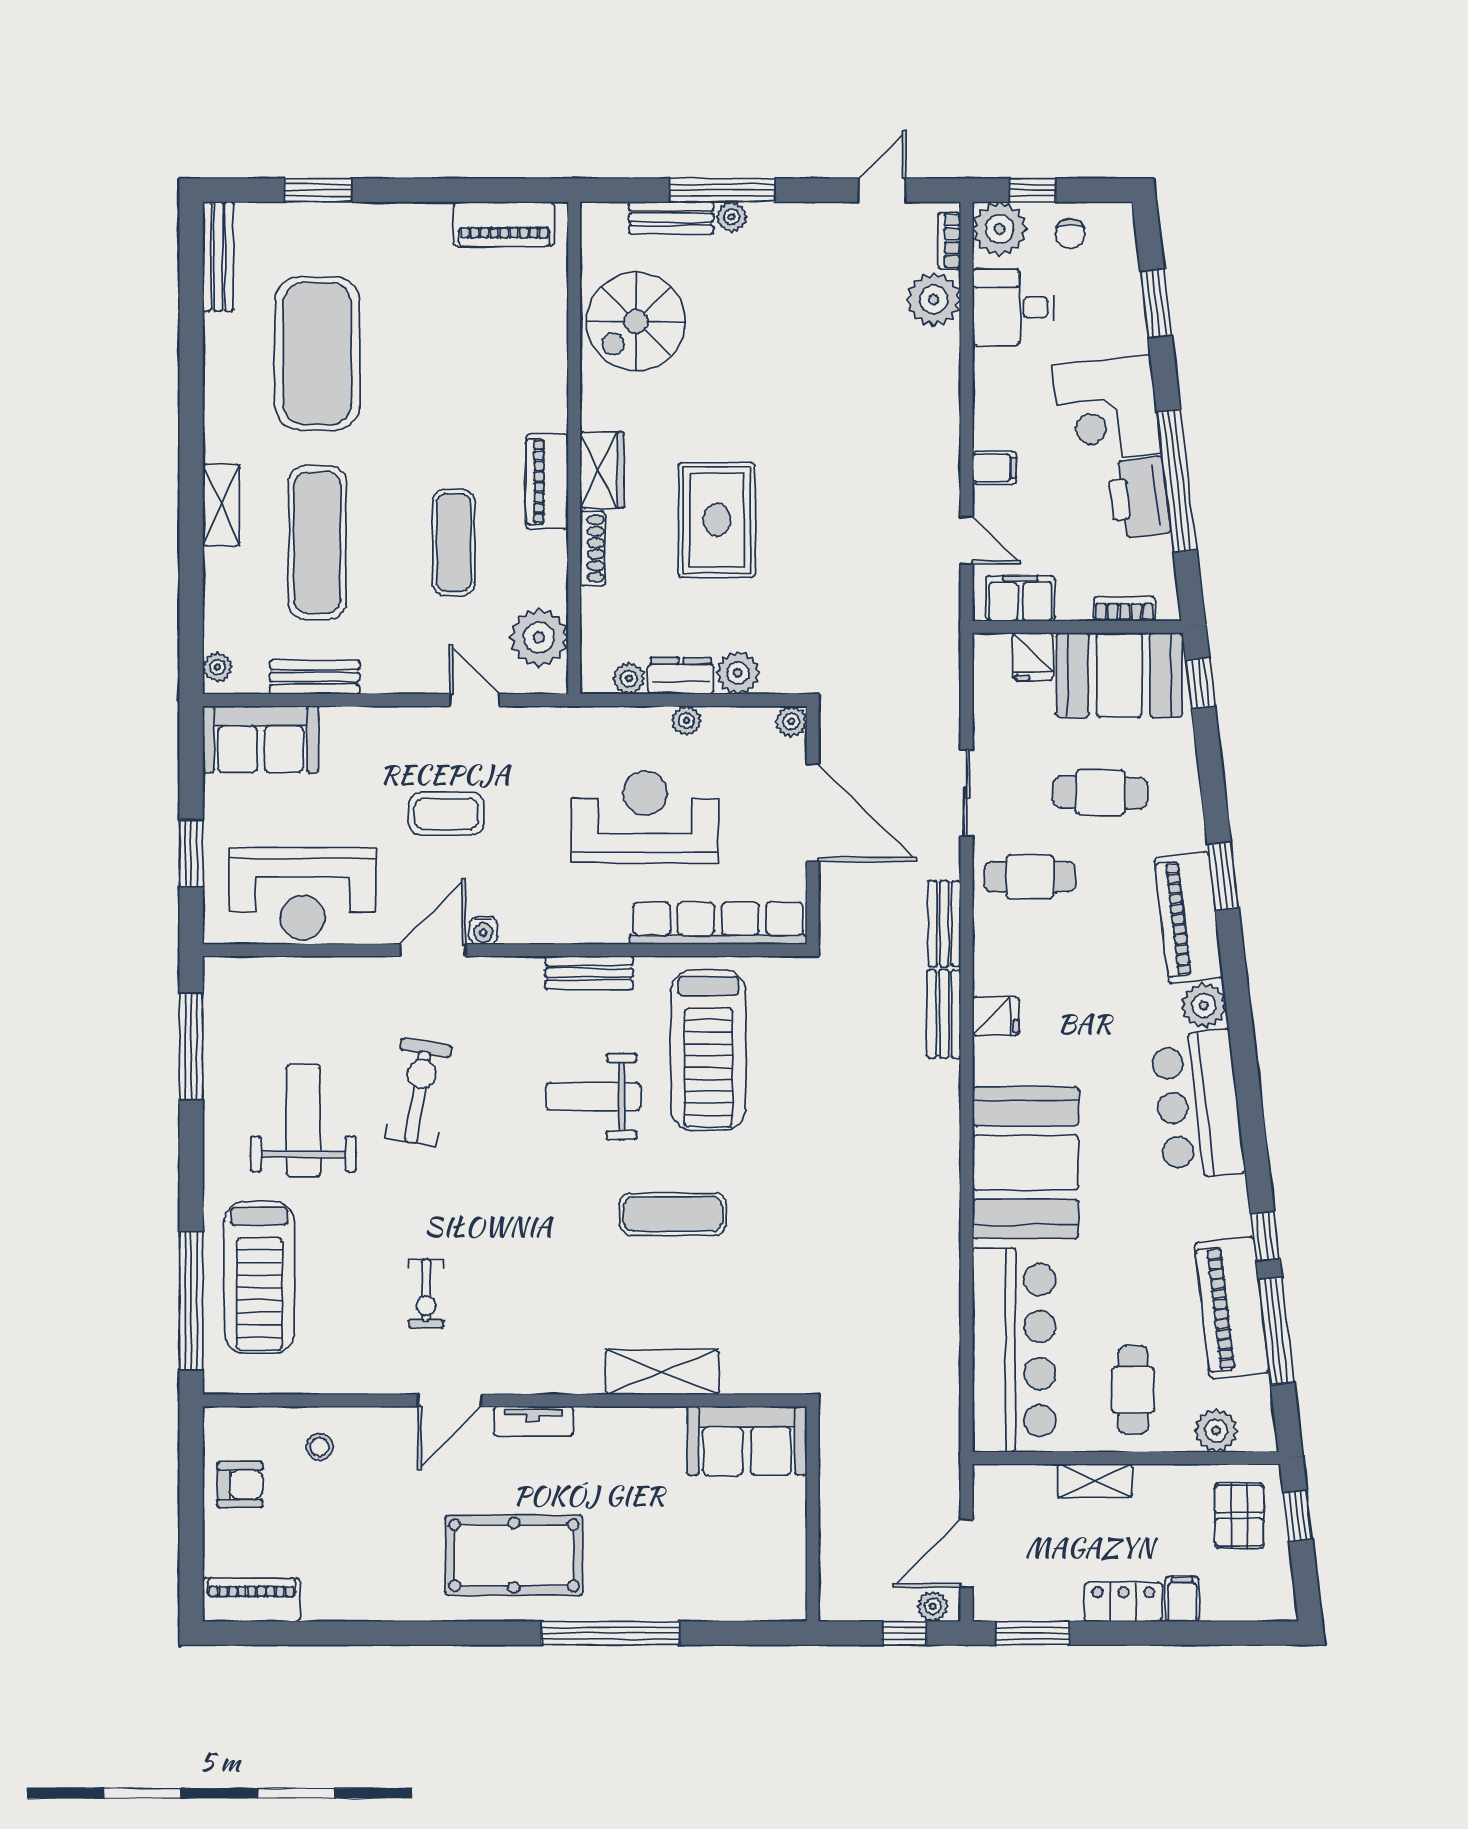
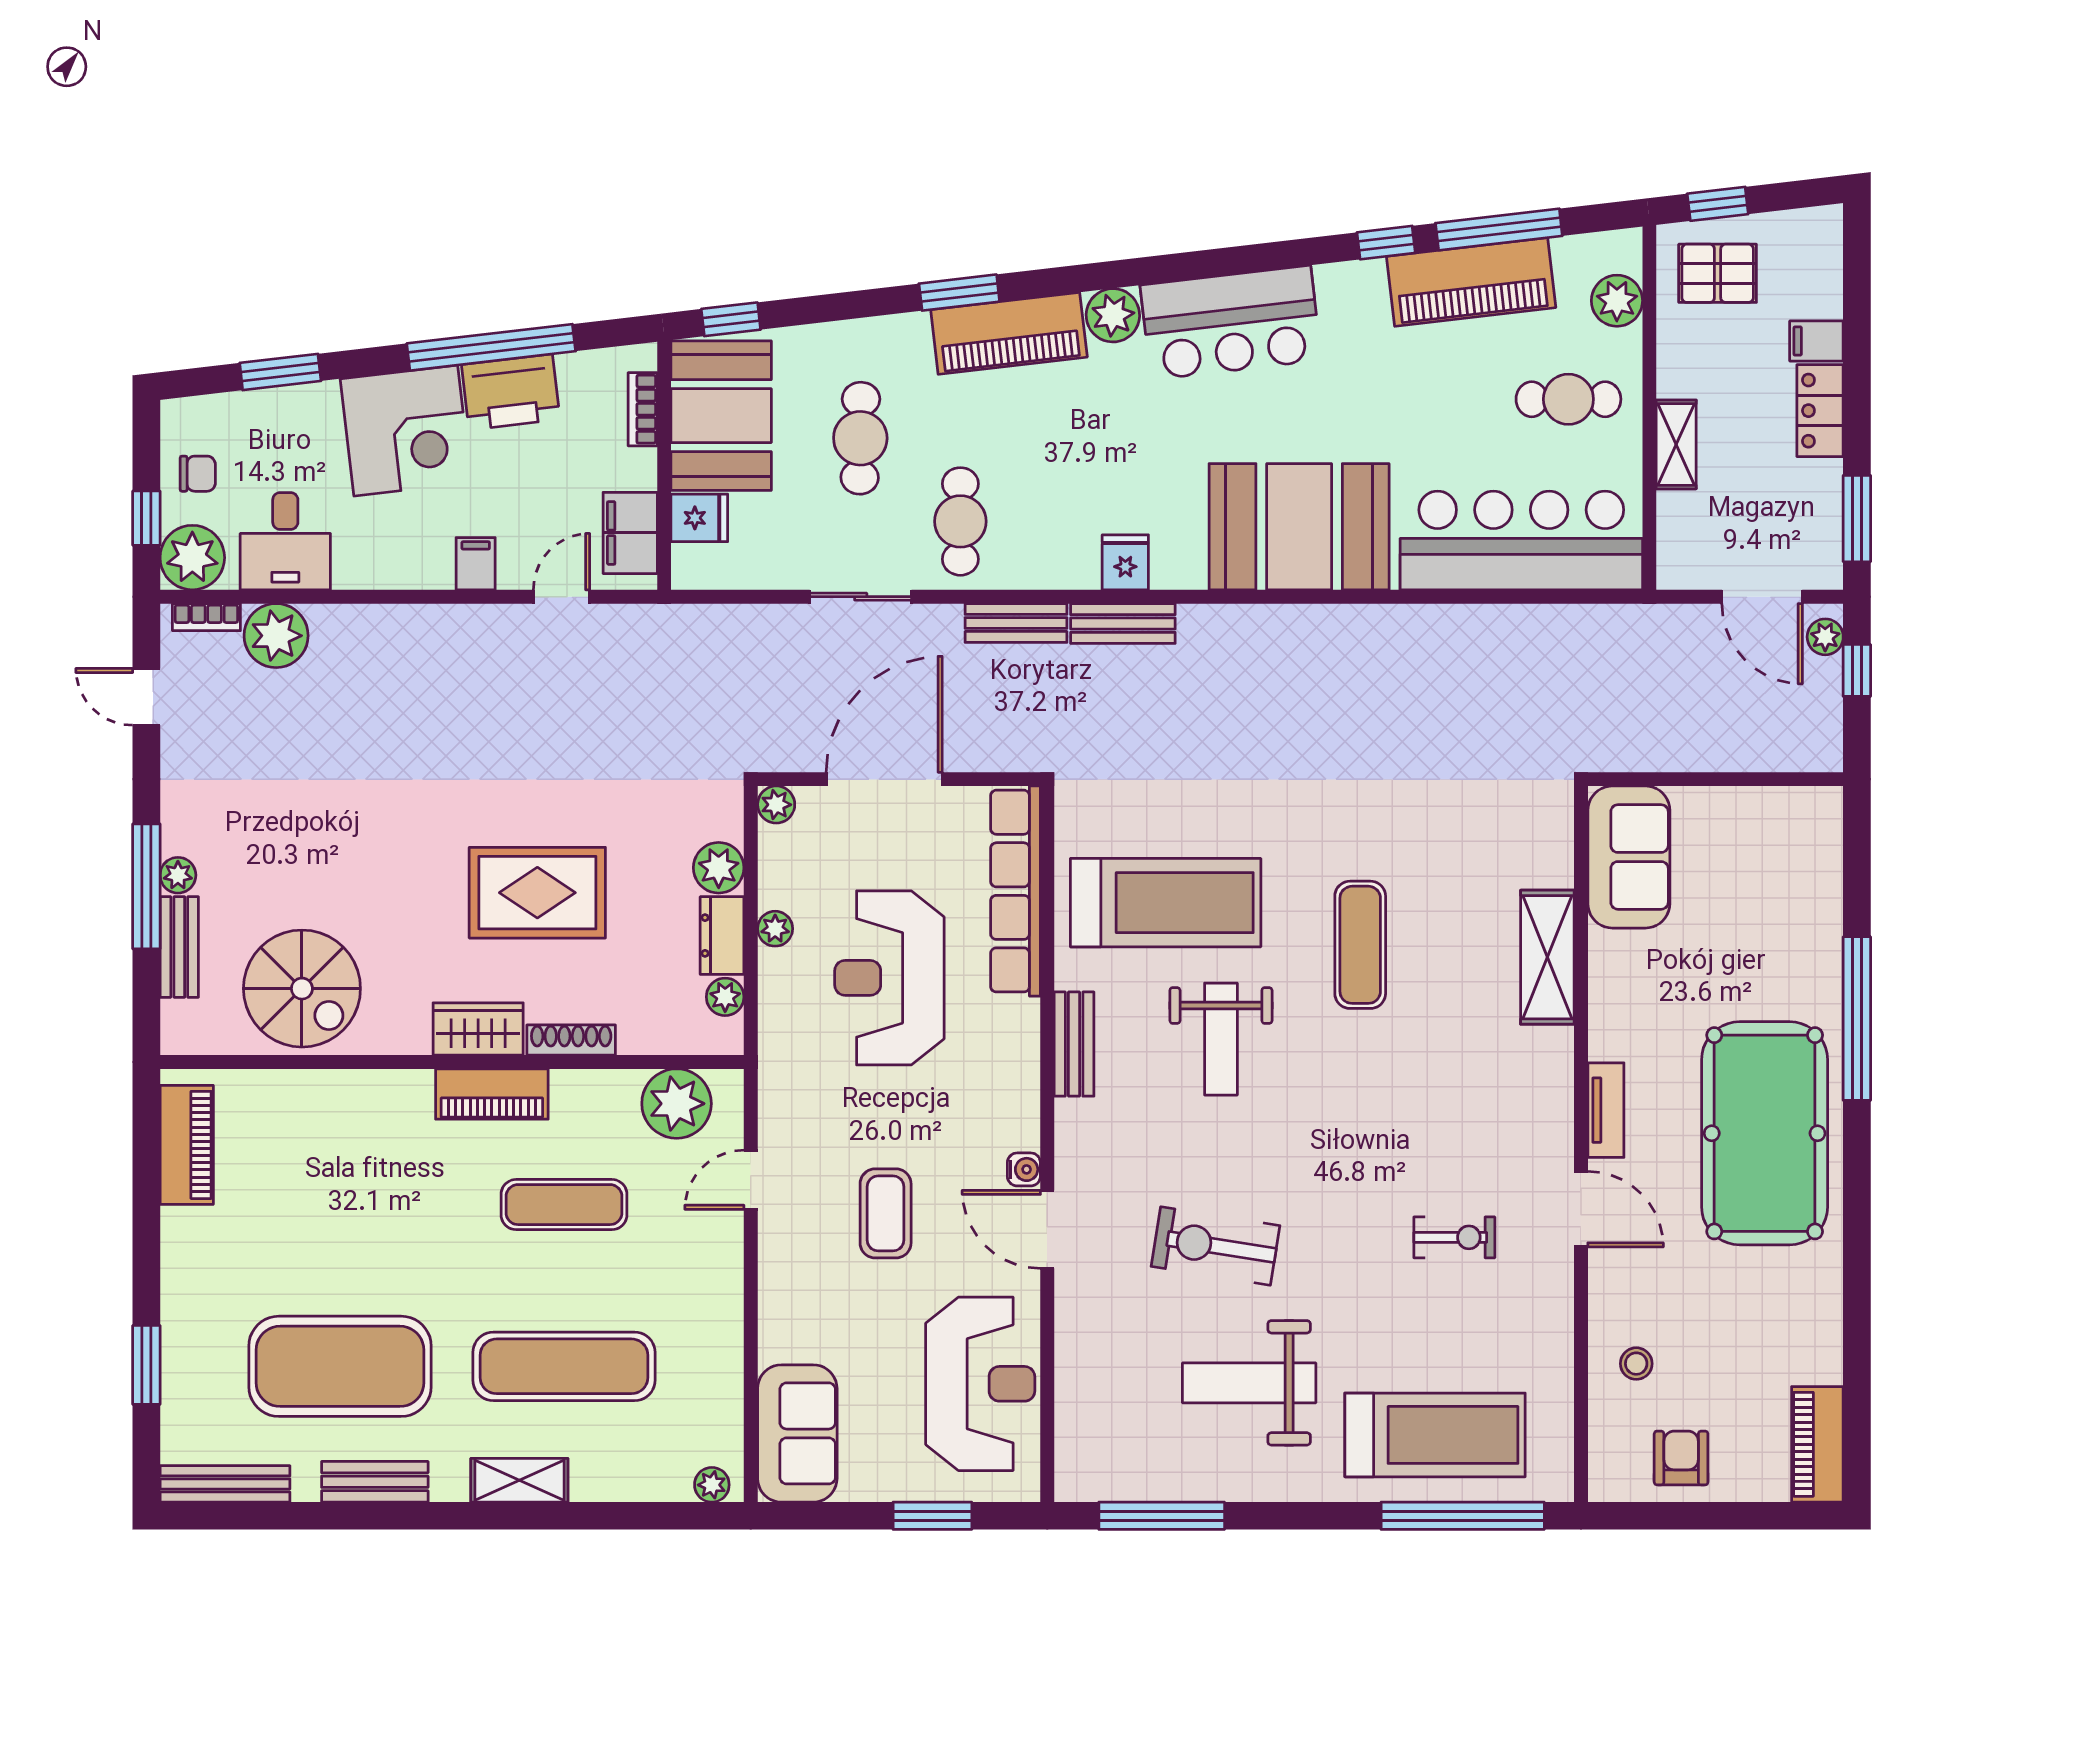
bench: (315, 677) -> (375, 1482), moved, turned 90
pool table: (514, 1555) -> (1765, 1133), width x1.36, depth x1.32

